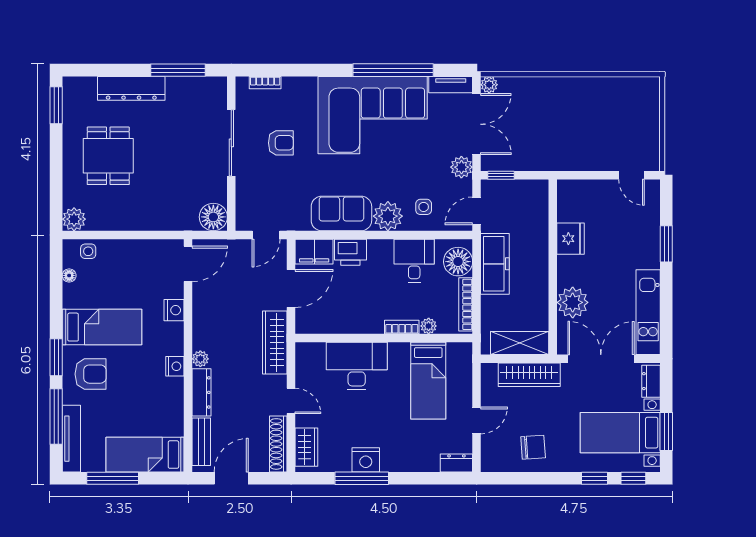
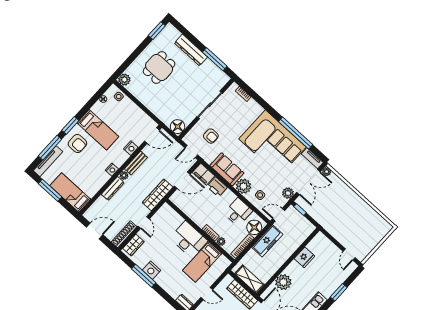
armchair: (281, 143) -> (211, 136), moved
desk: (357, 366) -> (189, 240), moved
bench: (201, 442) -> (136, 163), moved

